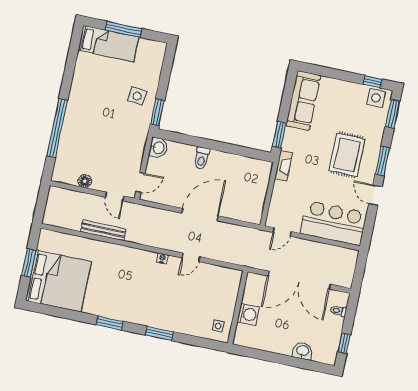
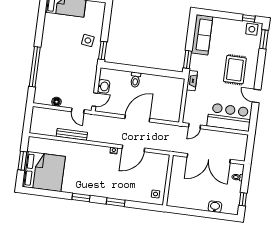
washbasin: (158, 148) -> (104, 86), moved
window: (383, 161) -> (260, 72), removed
door: (191, 257) -> (133, 148), width x1.88
washing machine: (248, 314) -> (176, 184), removed

